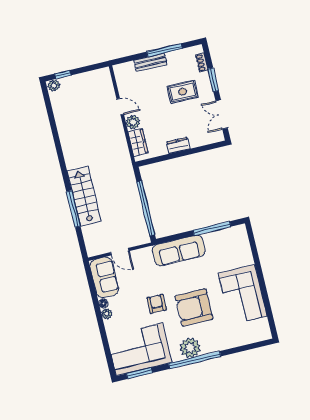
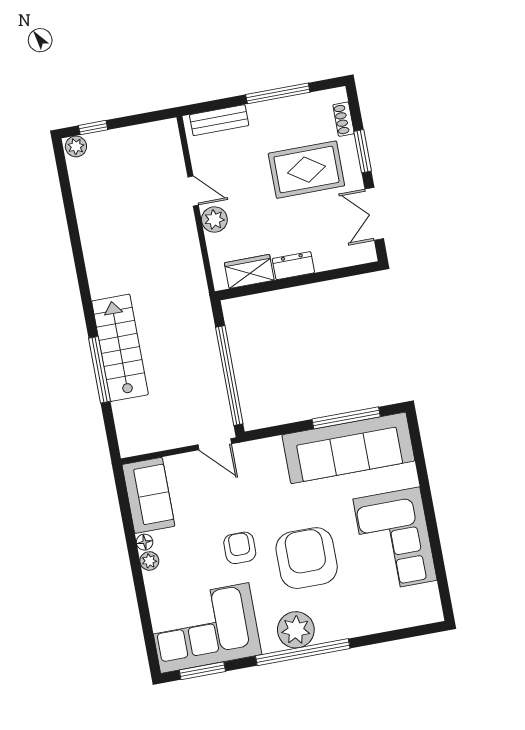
bench: (150, 62) -> (219, 120), moved
rug: (183, 92) -> (306, 170), width x1.36, depth x1.43
wardrobe: (138, 142) -> (249, 271), moved, turned -90
sofa: (179, 250) -> (348, 448), moved, width x1.36, depth x1.27
door: (120, 252) -> (215, 444), moved
armchair: (194, 308) -> (307, 558), turned 90

